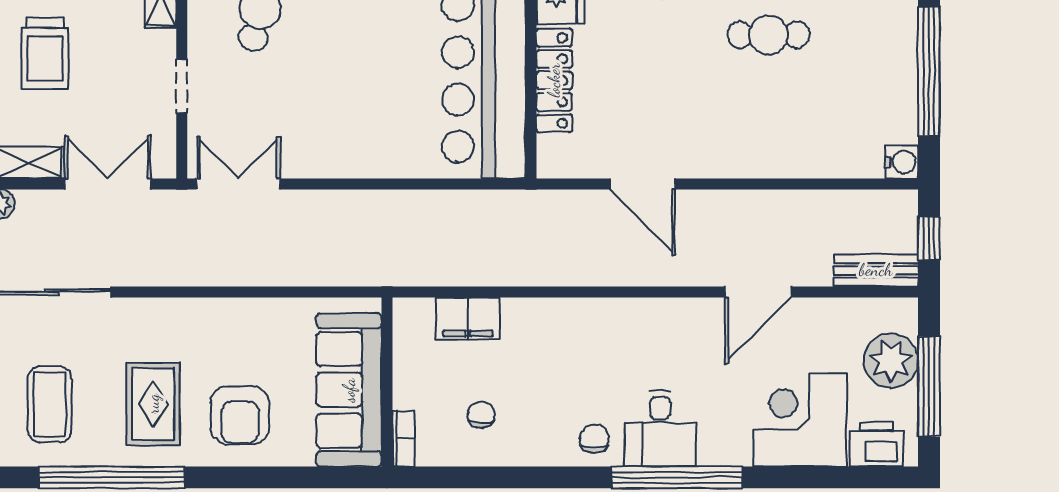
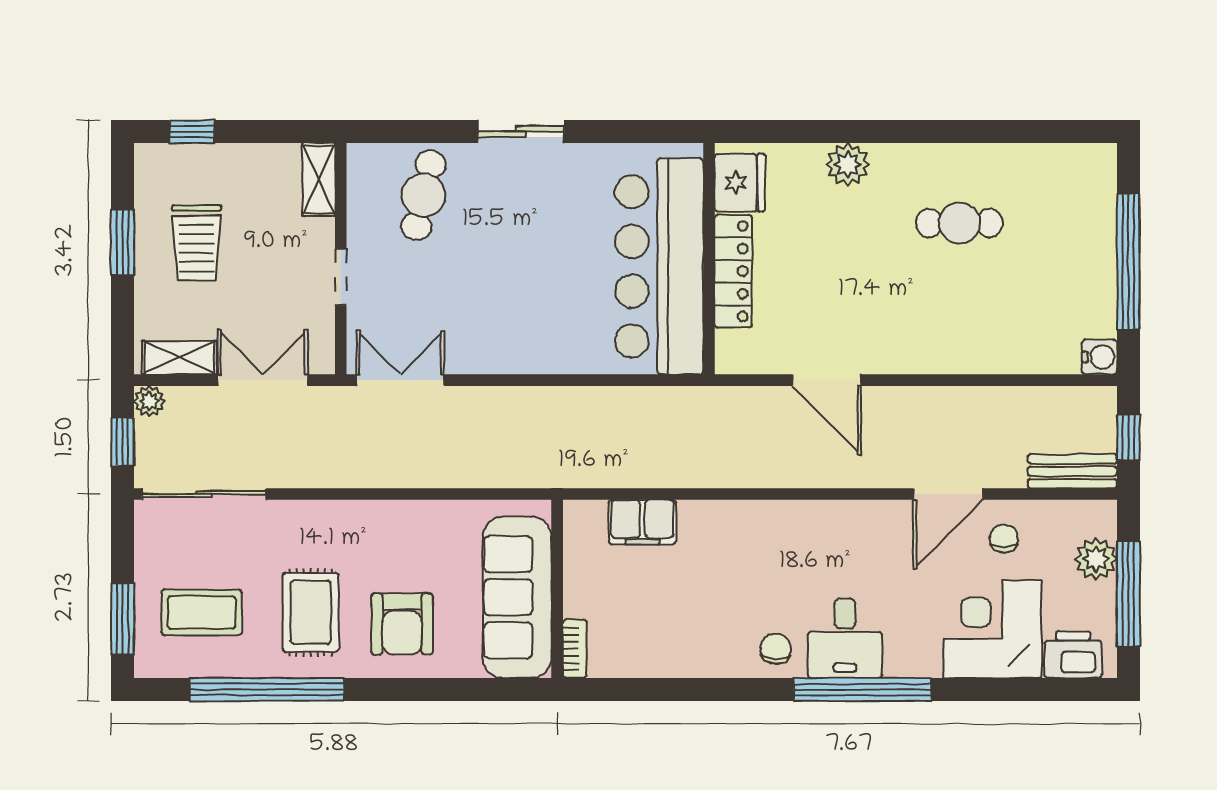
plant: (891, 361) -> (1096, 559), width x0.73, depth x0.73
coffee table: (50, 404) -> (202, 612), turned 90
chair: (481, 415) -> (1004, 538), moved

